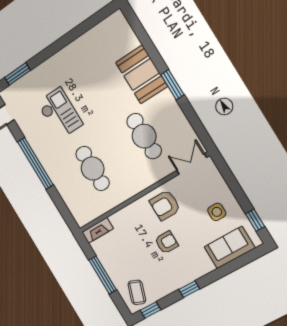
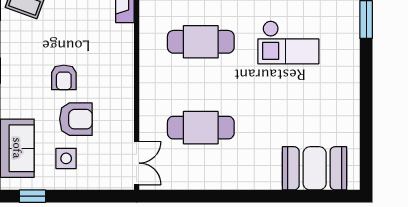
booth: (142, 74) -> (315, 168), moved
window: (172, 85) -> (238, 196), removed
armchair: (165, 205) -> (76, 119), moved, turned 90

